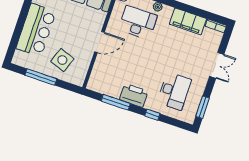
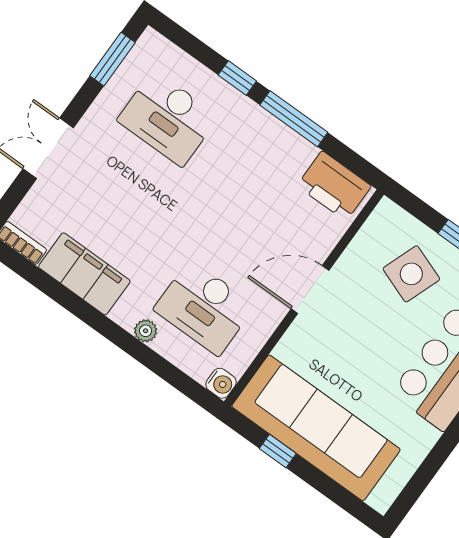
desk: (174, 91) -> (168, 118), turned -90
printer: (134, 95) -> (334, 186), moved
window: (116, 102) -> (294, 119), moved

